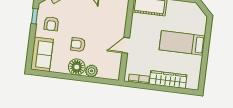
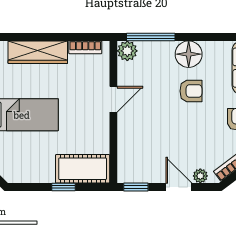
plant: (92, 71) -> (127, 51), moved
window: (98, 80) -> (151, 37), added

